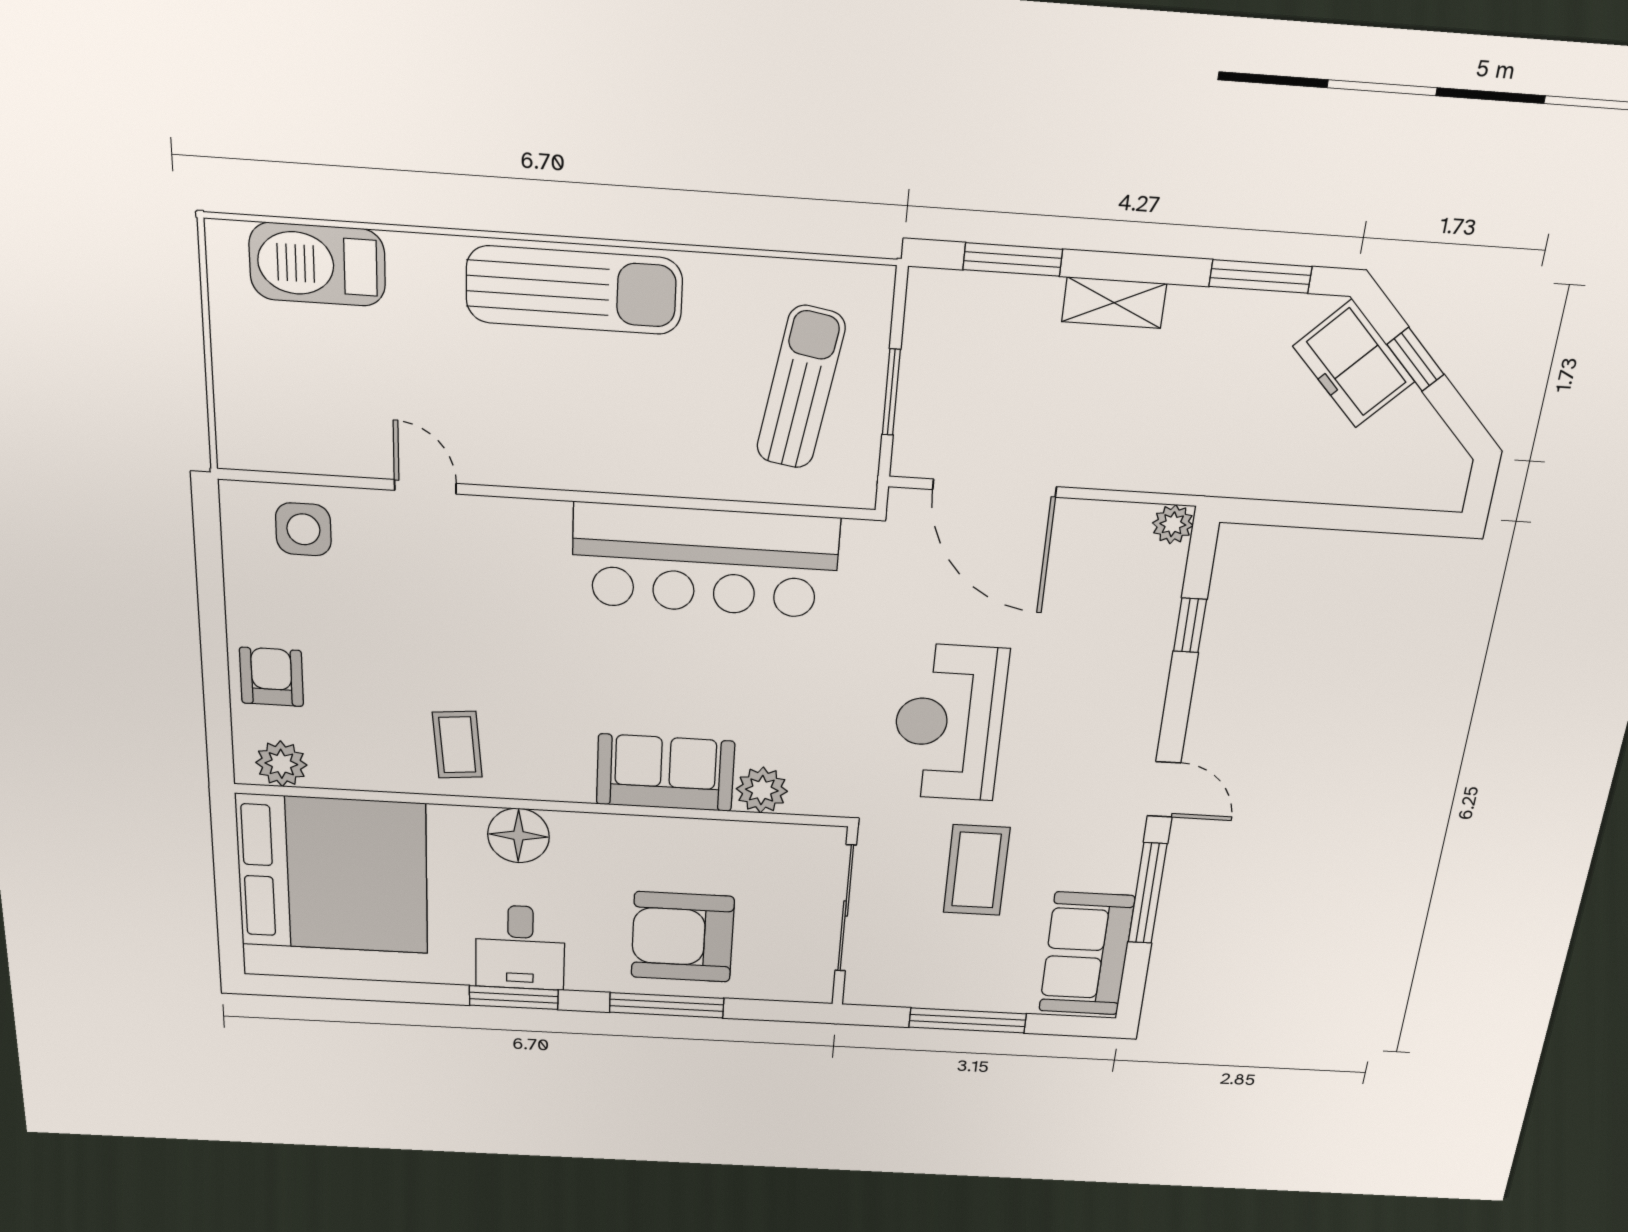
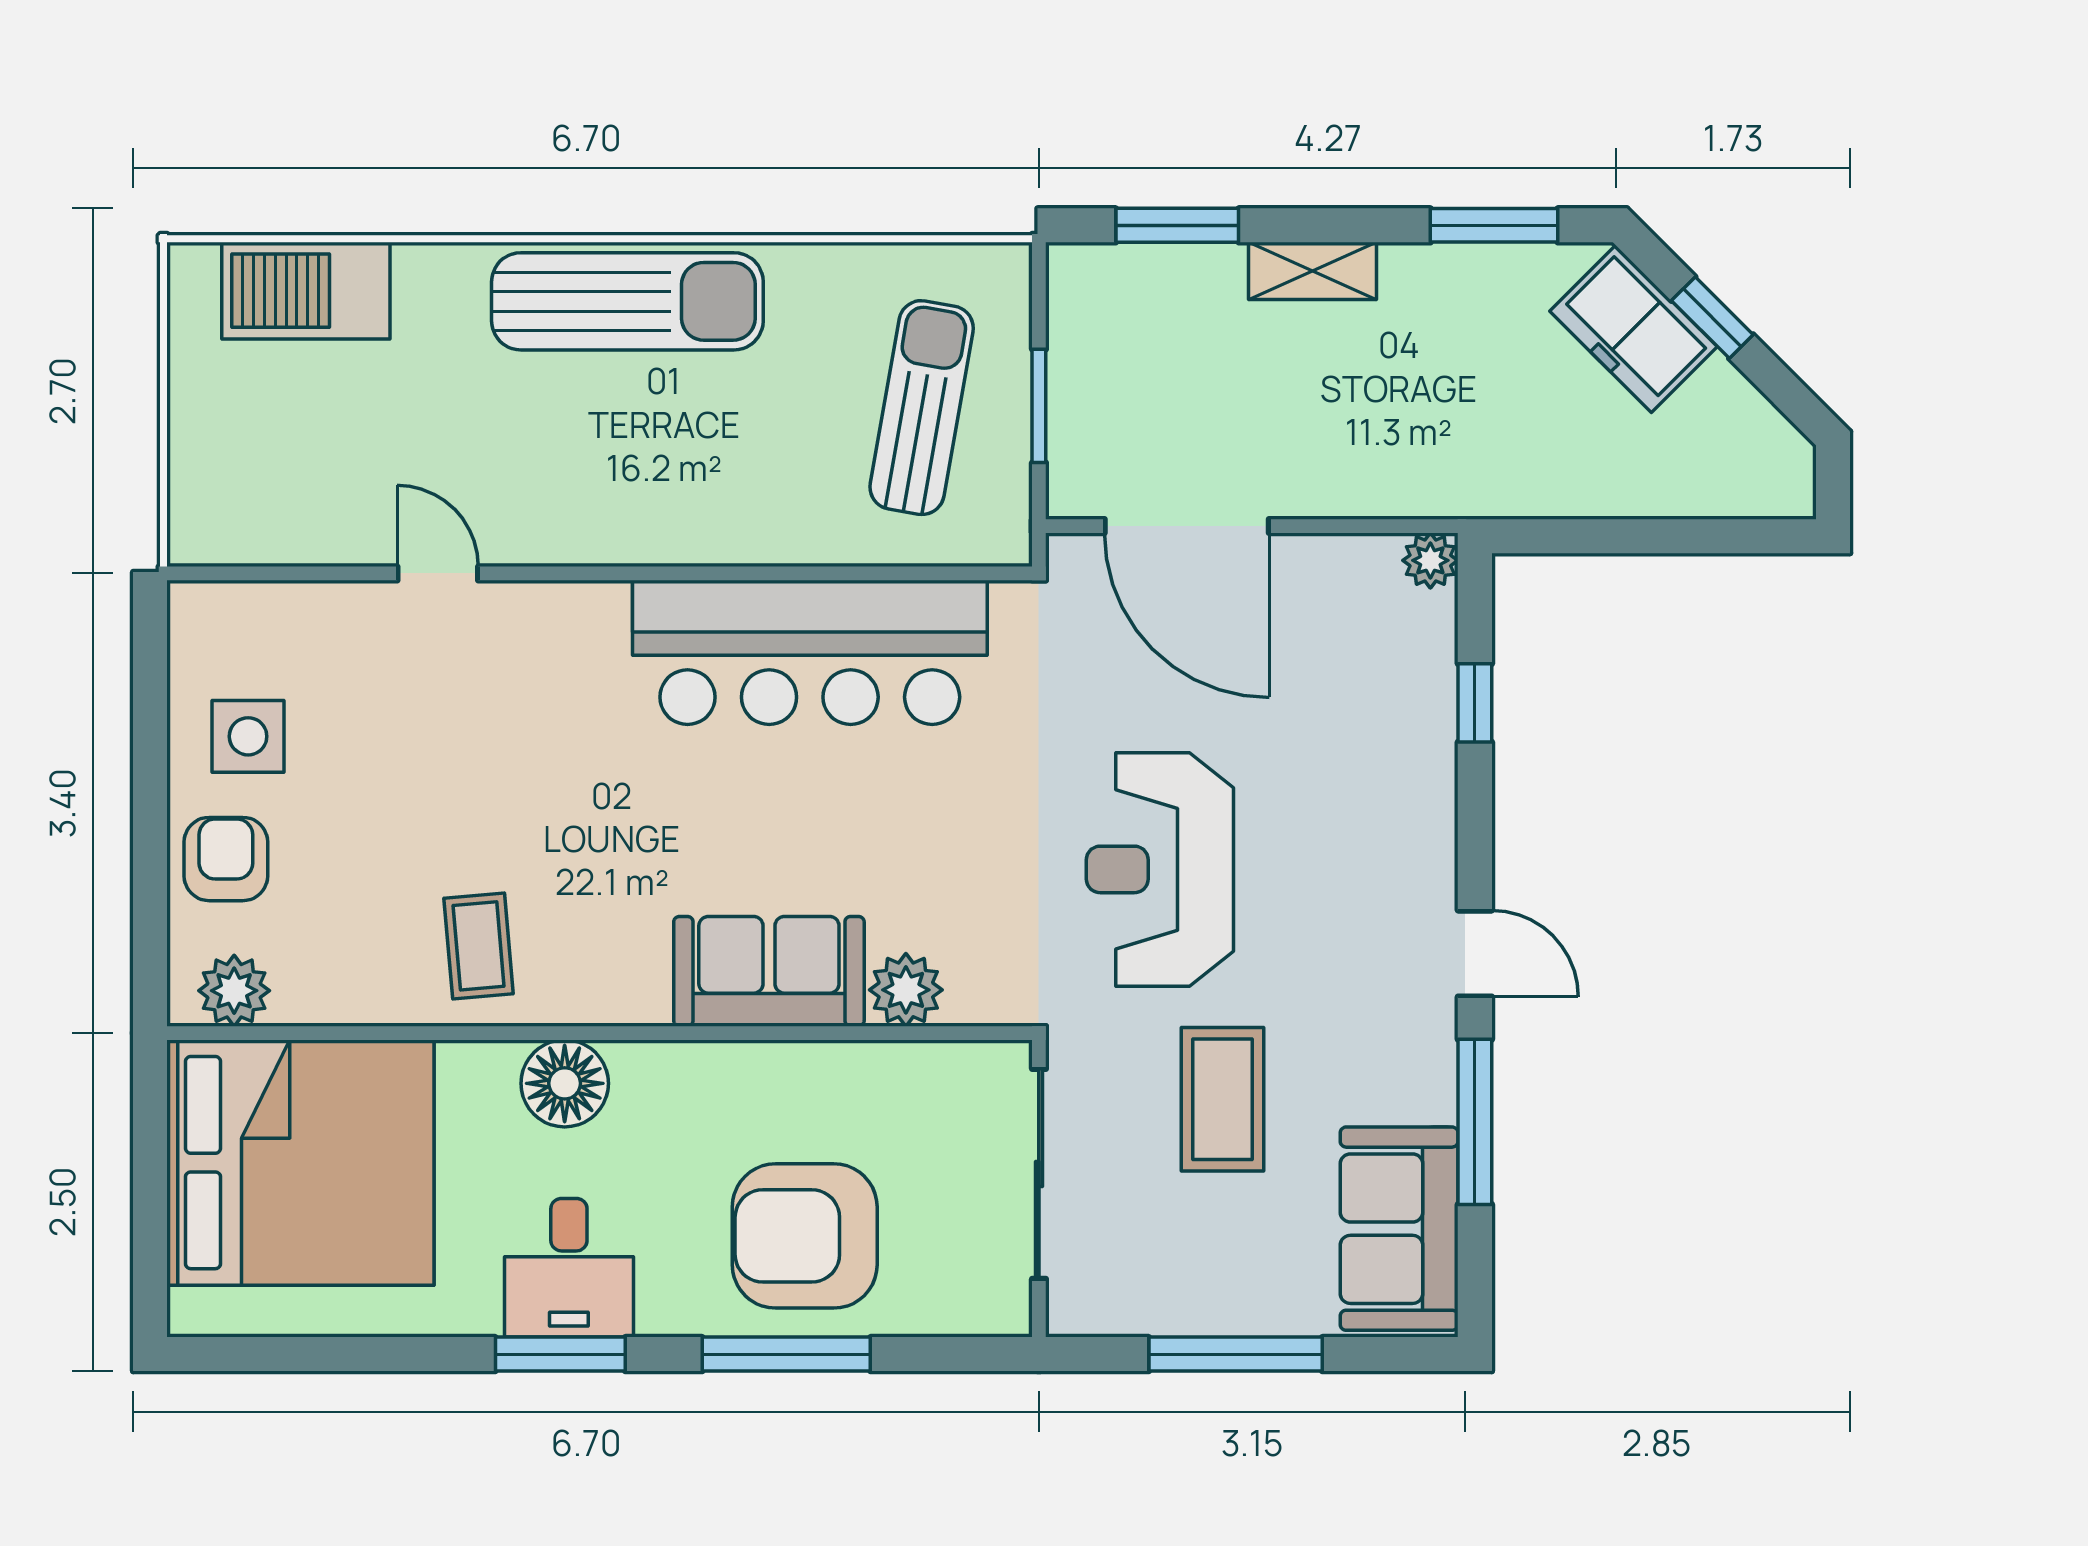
side table: (303, 529) -> (248, 736), moved

